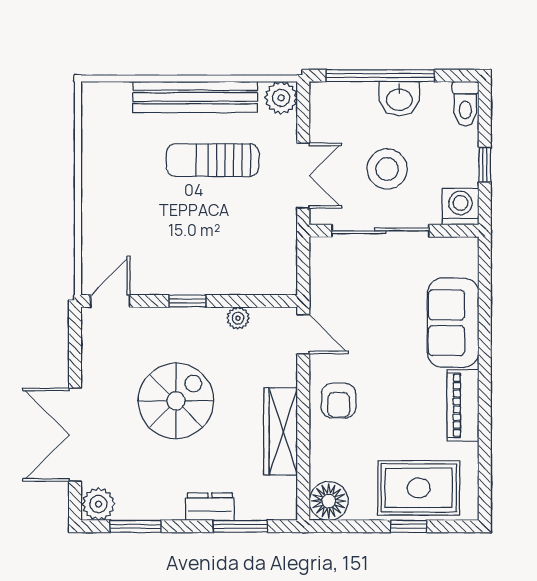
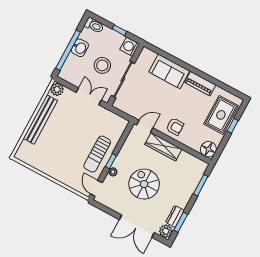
sun lounger: (213, 160) -> (97, 154), moved
plant: (238, 318) -> (113, 172), moved
wardrobe: (281, 431) -> (163, 147), moved
dresser: (210, 507) -> (175, 216), moved

